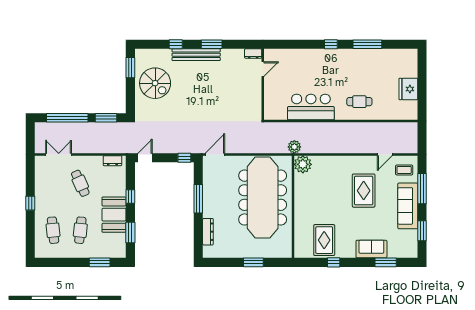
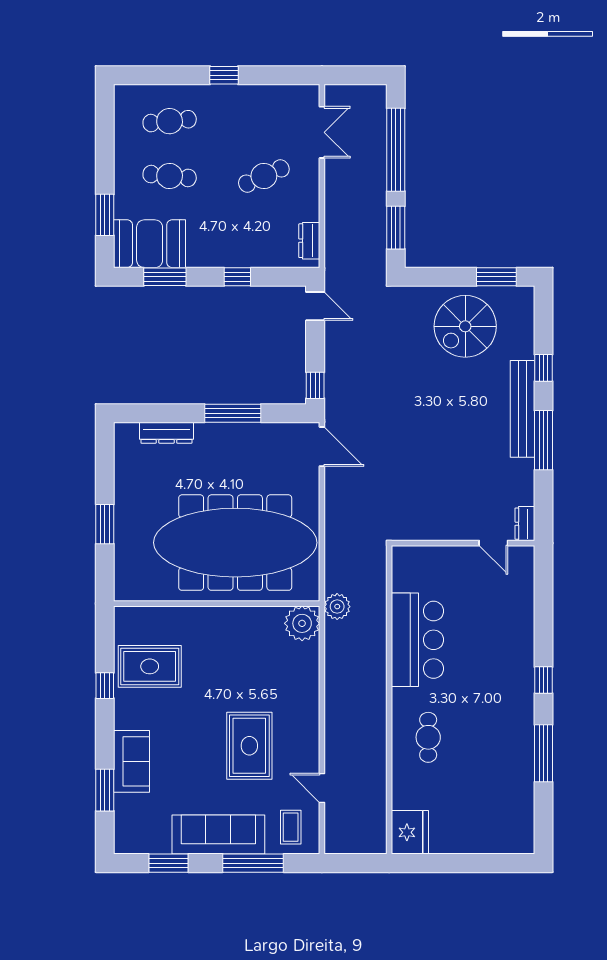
window: (212, 44) -> (544, 440), width x1.44
fridge: (408, 89) -> (410, 832), moved, turned 90
rug: (364, 191) -> (249, 746), turned 90
booth: (114, 215) -> (150, 244), moved

